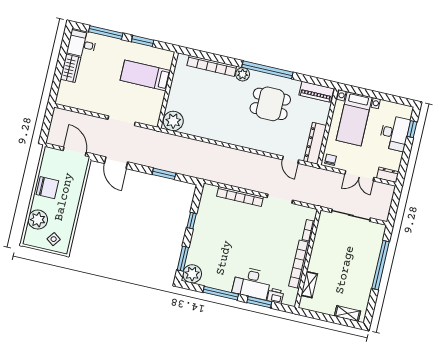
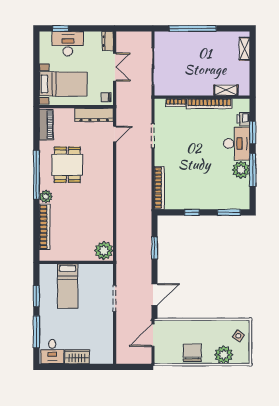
bookcase: (240, 197) -> (159, 188), moved
plant: (192, 274) -> (241, 170), moved

